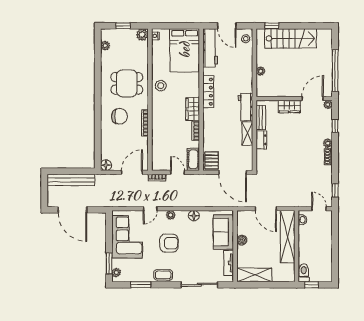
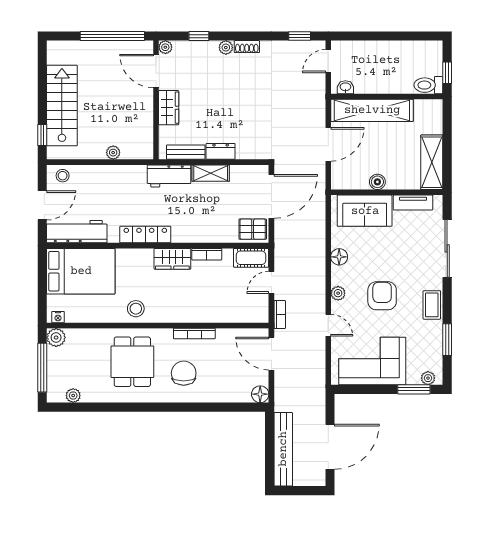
window: (123, 26) -> (42, 368), width x2.17

